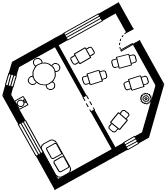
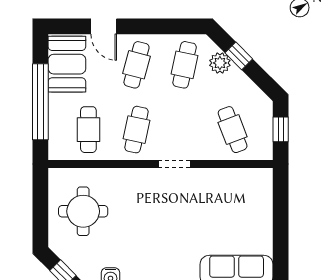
booth: (107, 29) -> (67, 64), added
round table: (44, 74) -> (83, 211), width x0.73, depth x0.73
window: (154, 105) -> (239, 56), added

